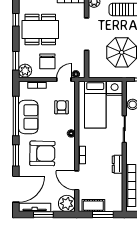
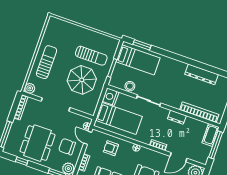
chair: (47, 61) -> (67, 147), turned 180
cot: (93, 206) -> (211, 135), moved
window: (103, 215) -> (216, 145), width x1.44

